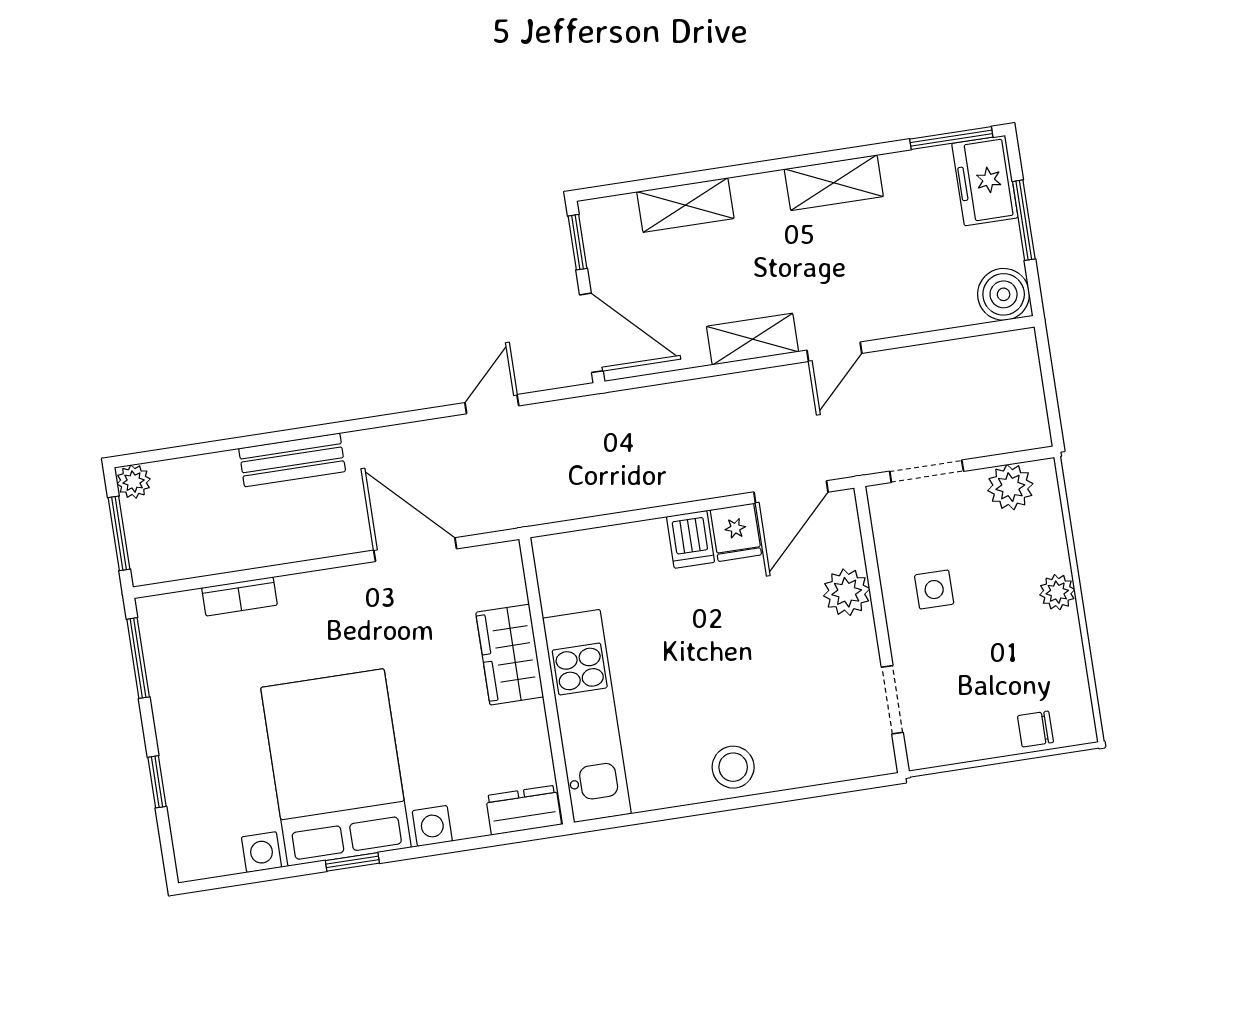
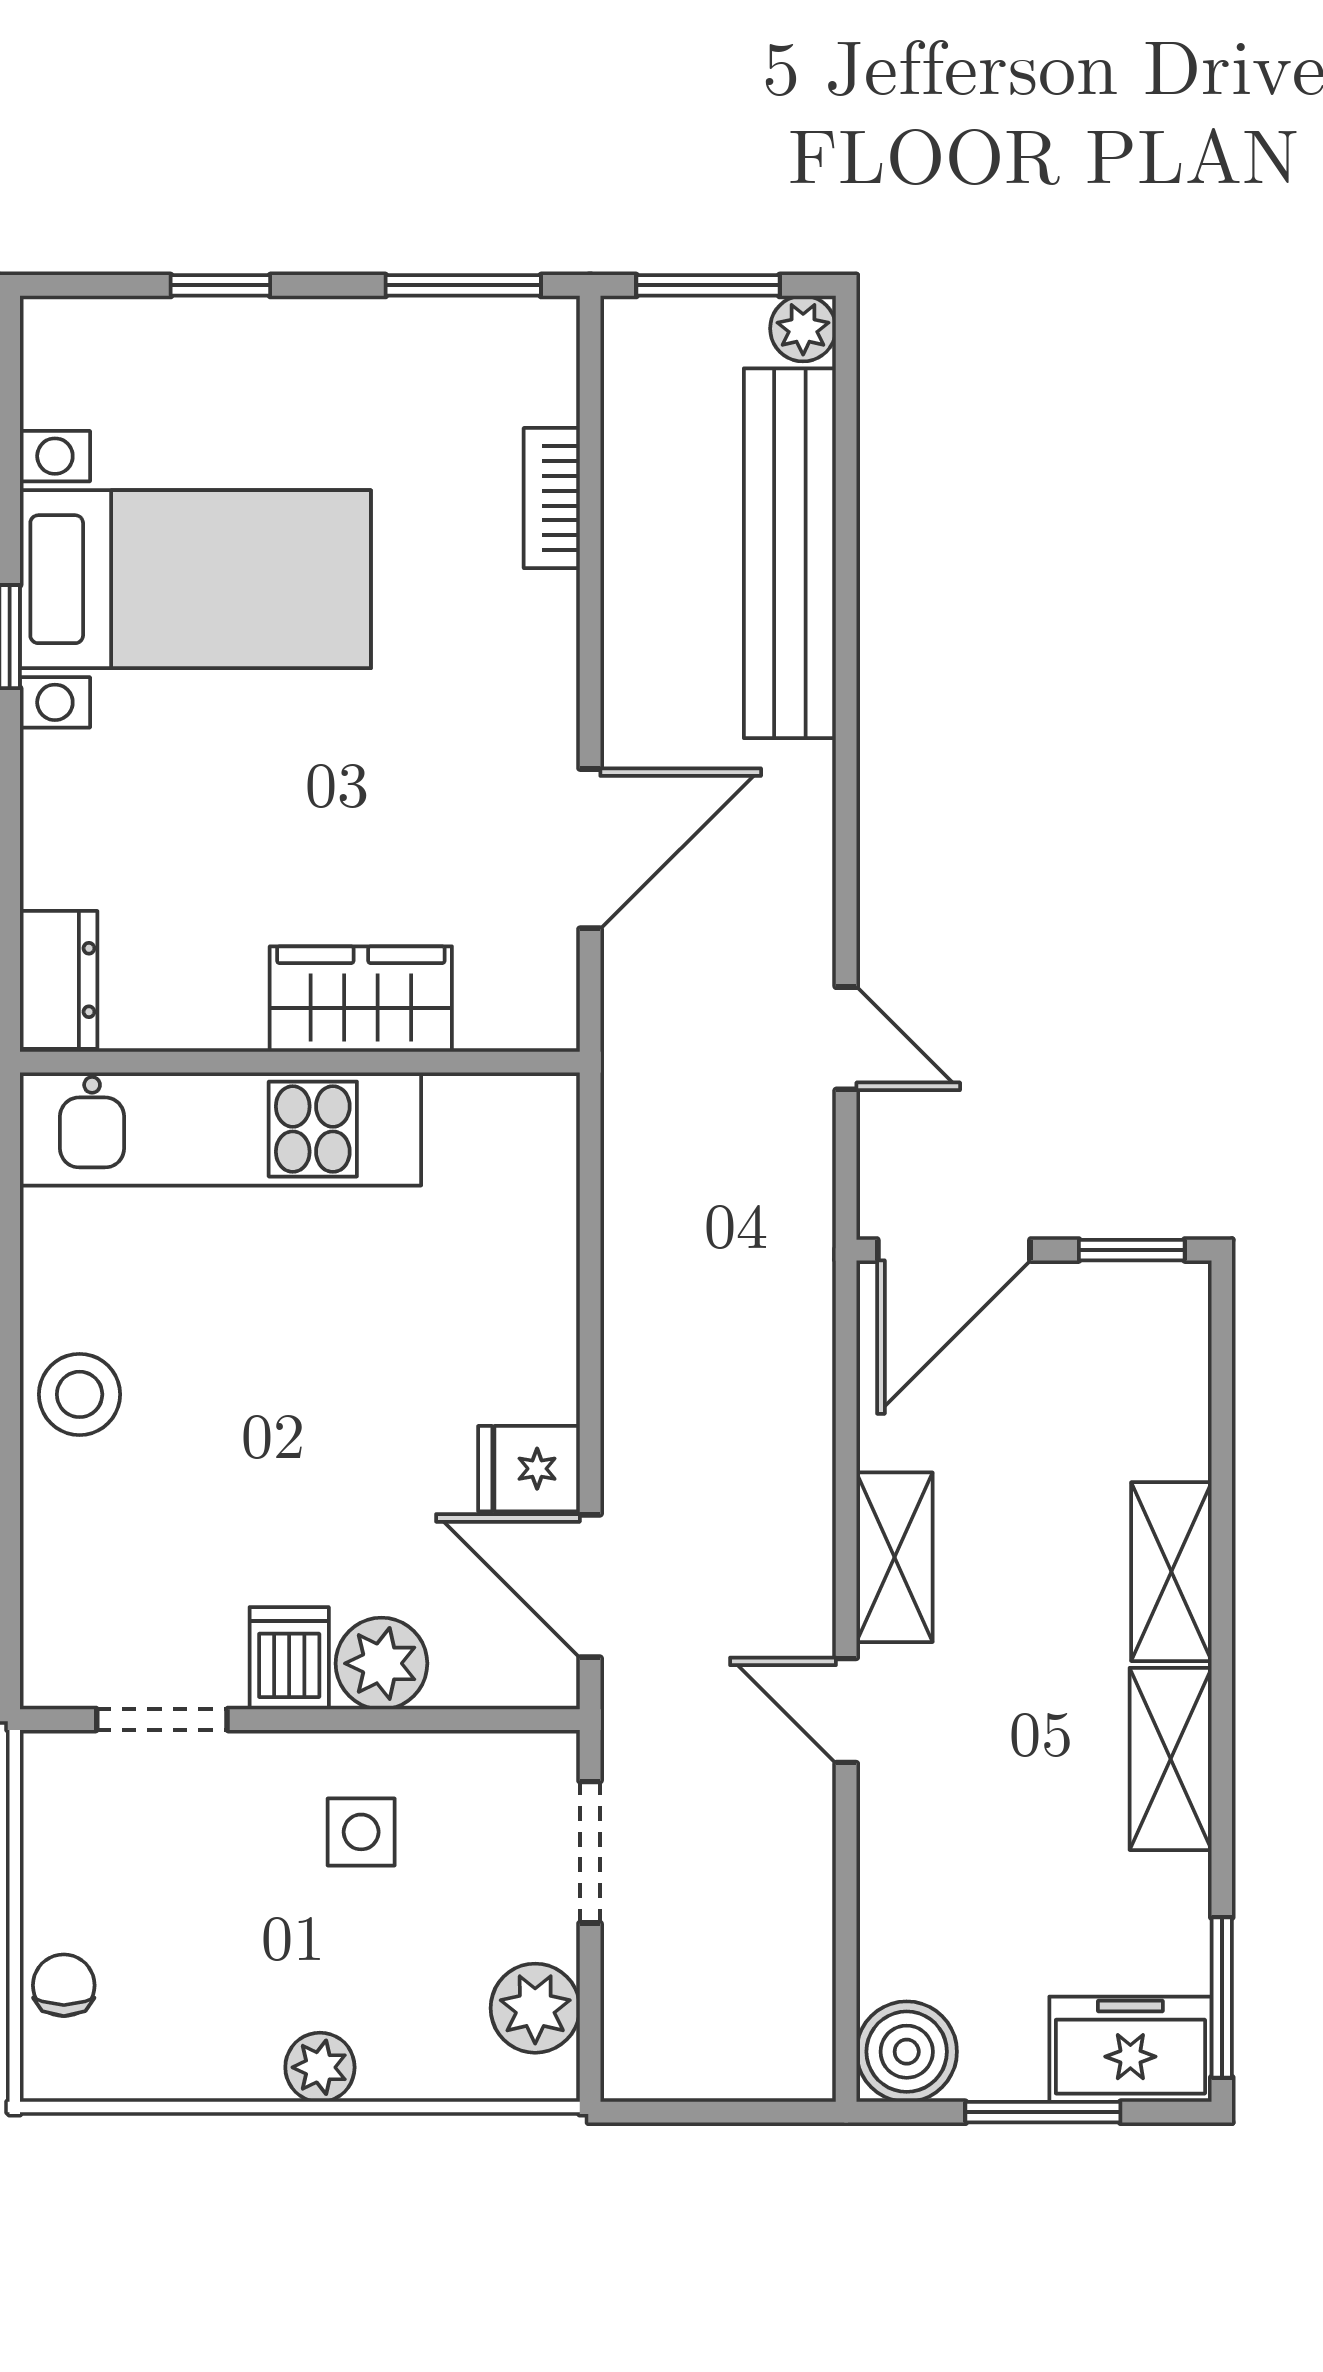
shelving: (685, 205) -> (1171, 1572), moved
bench: (292, 460) -> (790, 553), width x1.86, depth x1.21
dishwasher: (690, 539) -> (289, 1658), moved, turned 90
bed with nightstands: (336, 767) -> (195, 579), width x0.73

